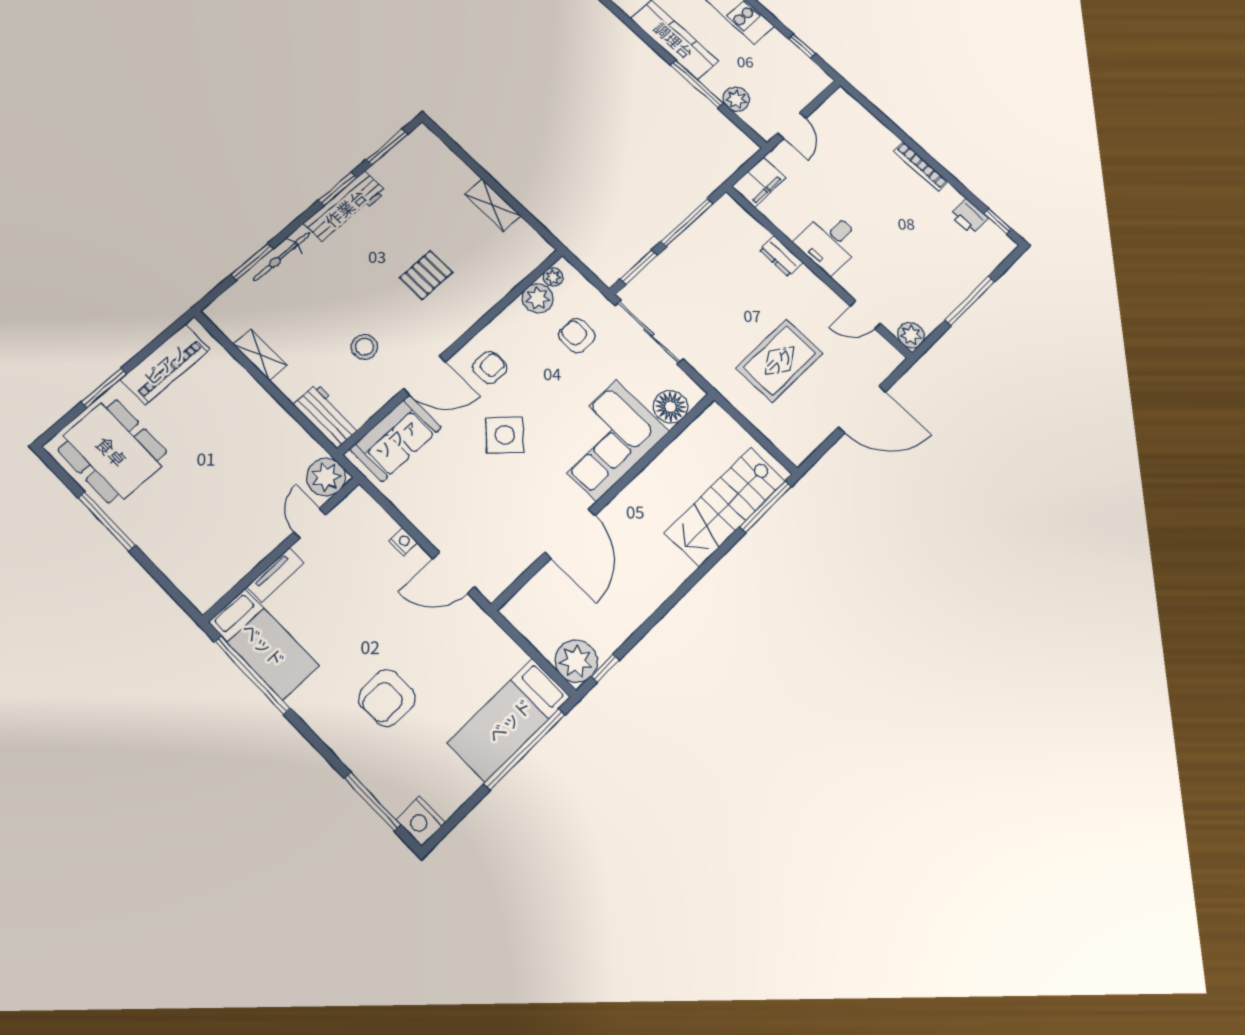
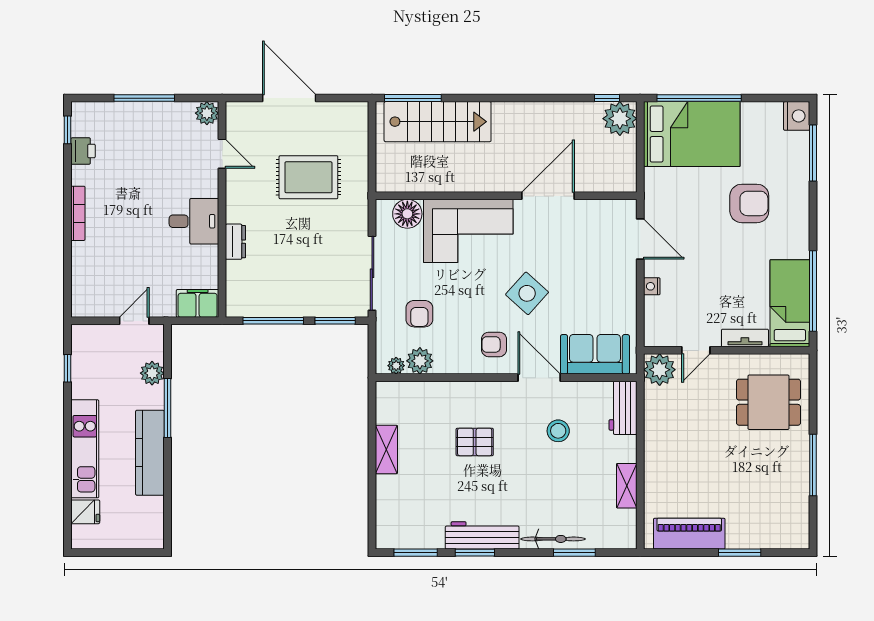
dining table: (112, 451) -> (768, 402), moved, width x0.73
bed: (509, 720) -> (692, 134), width x1.50

